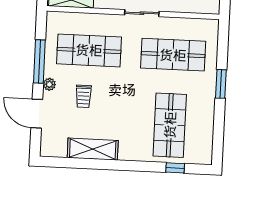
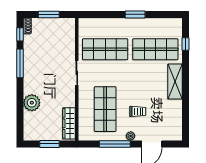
shop shelf: (173, 55) -> (105, 49), turned 90
window: (221, 84) -> (135, 14), moved
shelving: (93, 149) -> (175, 82), moved

